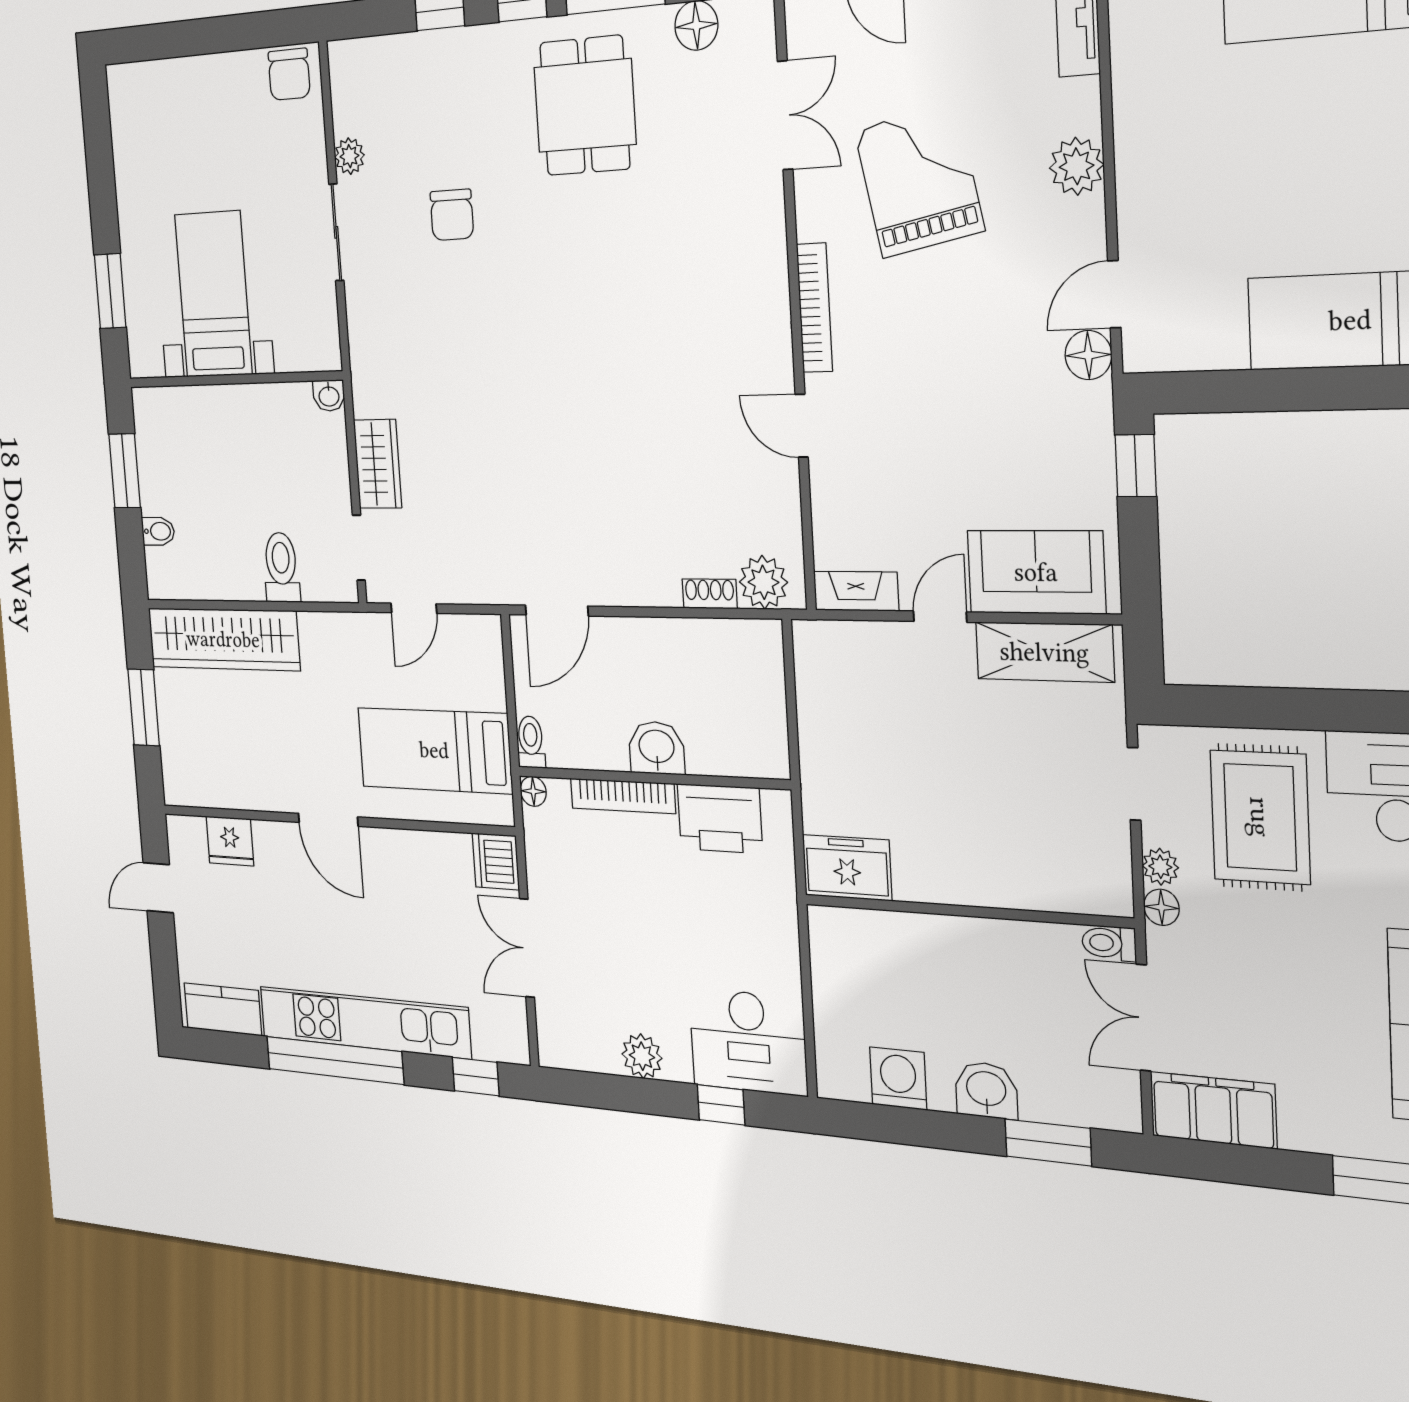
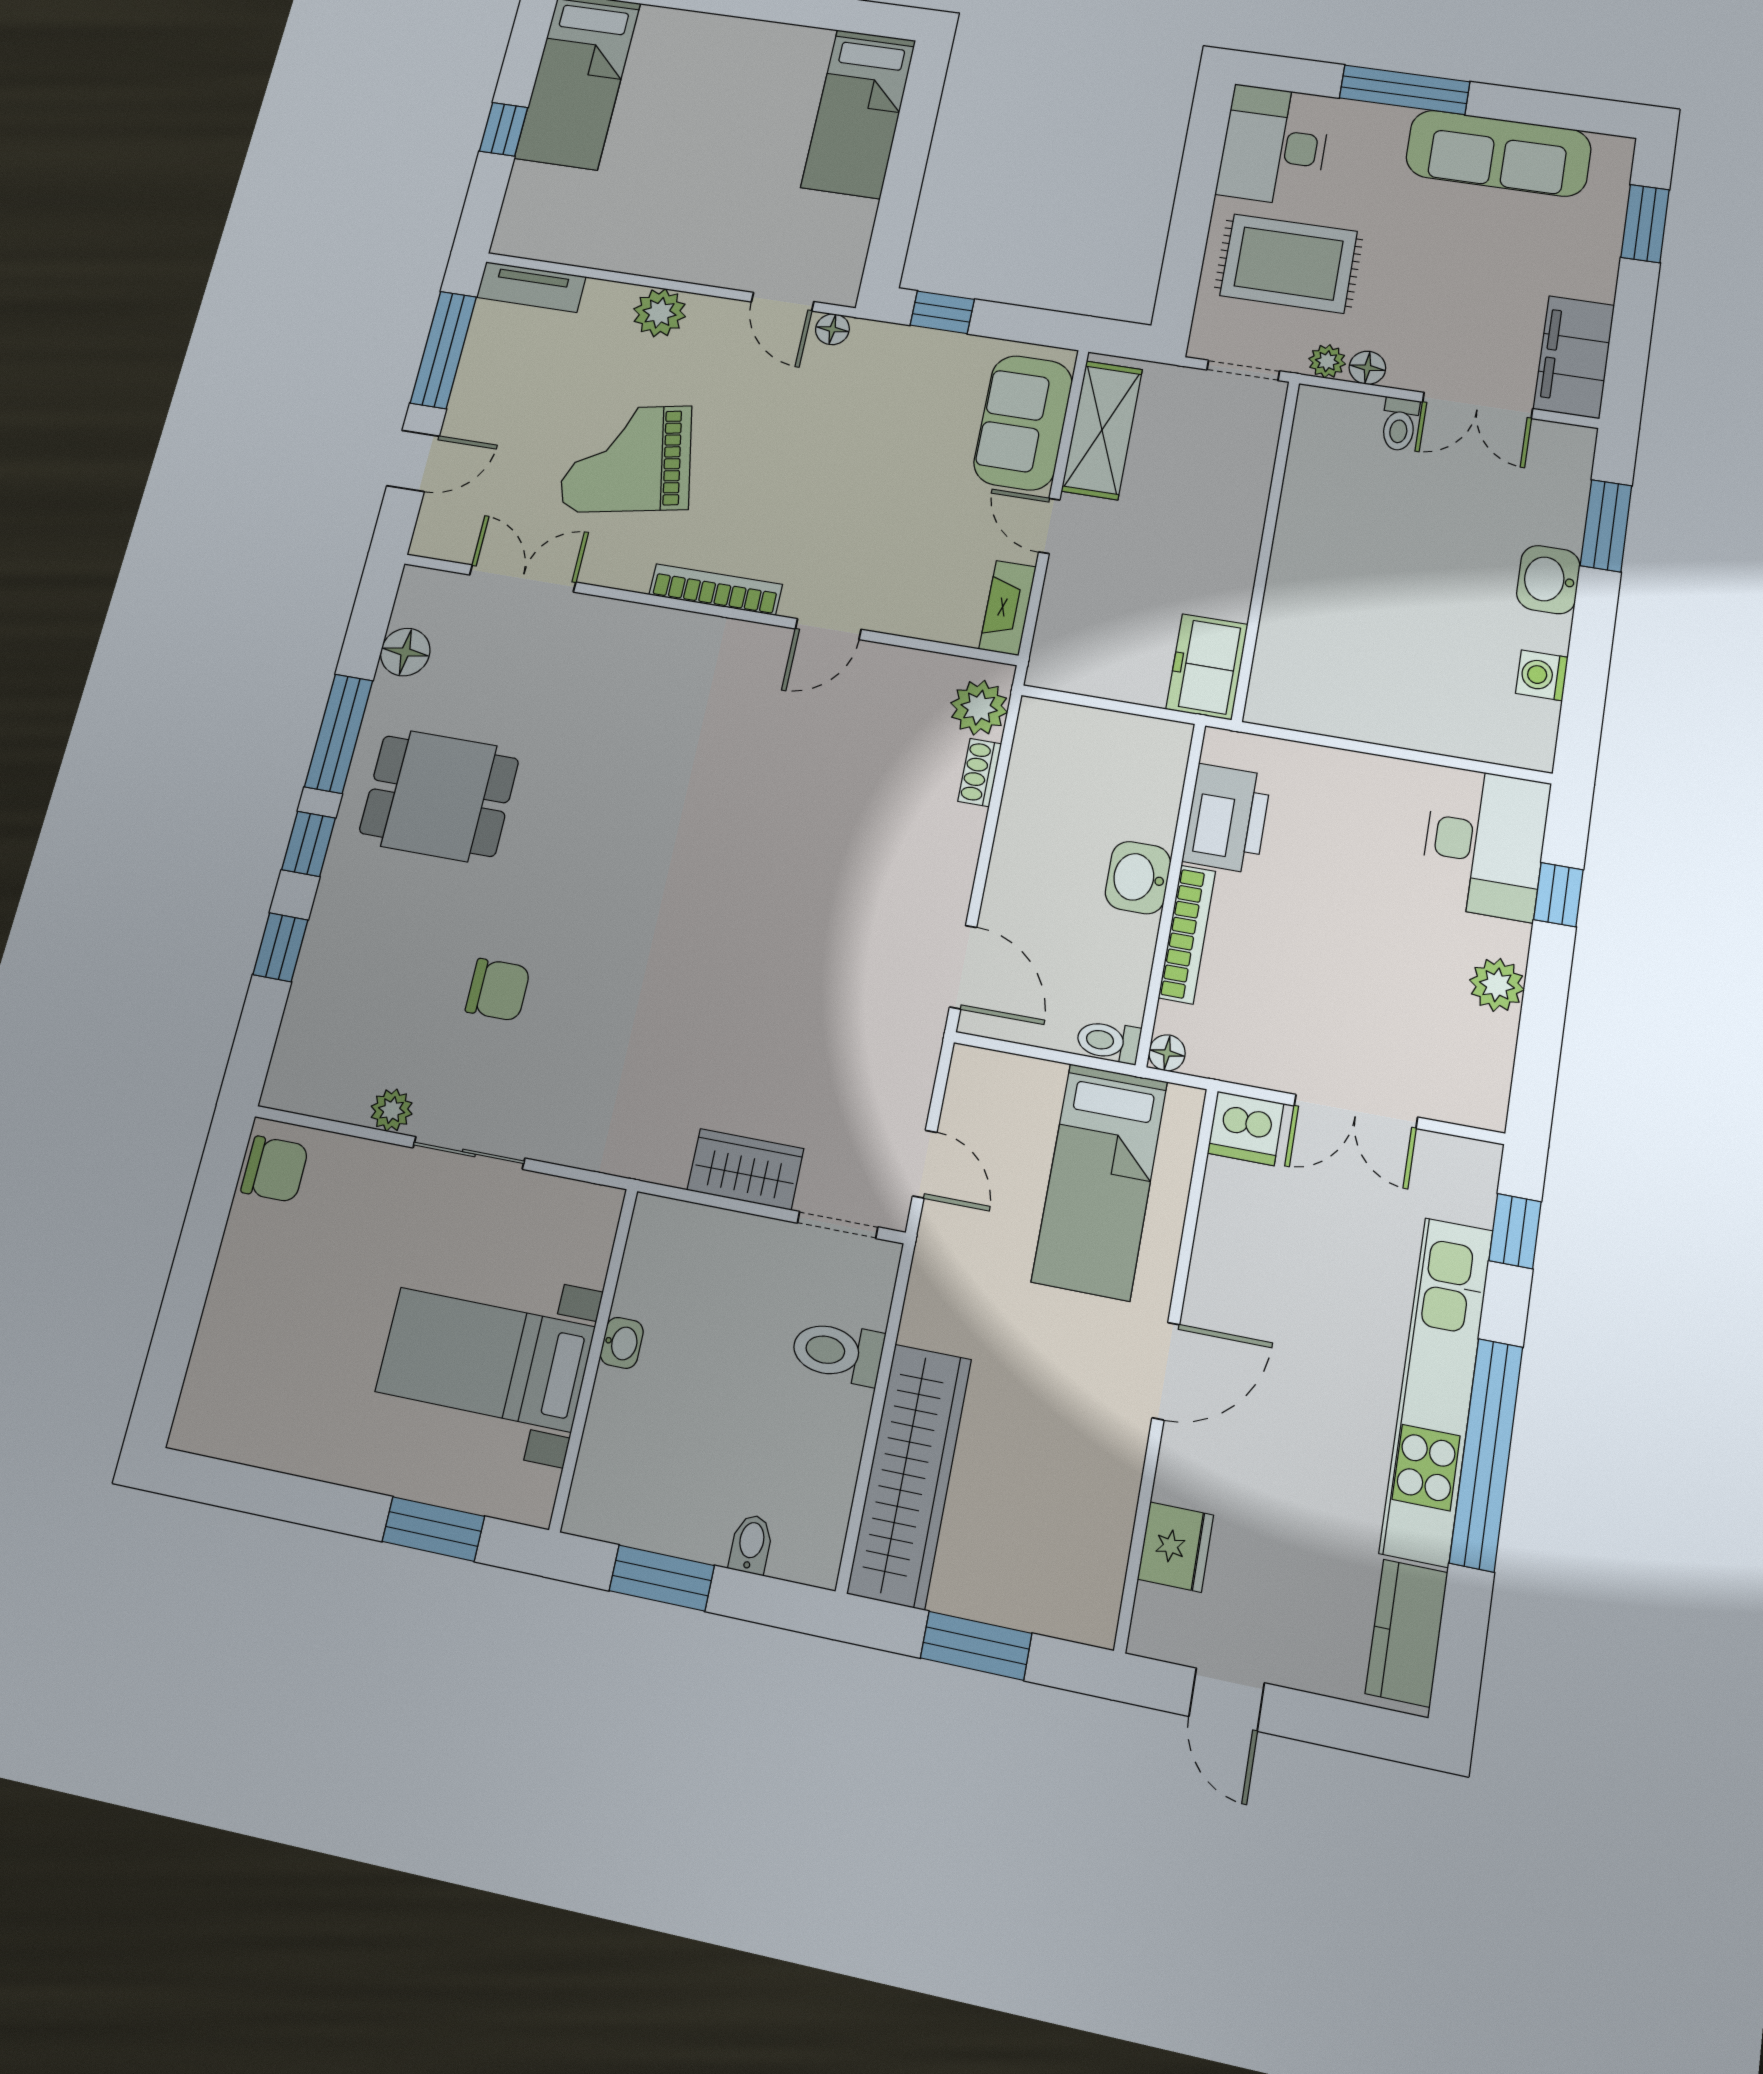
floor lamp: (1088, 355) -> (832, 329), width x0.73, depth x0.73
washbasin: (329, 396) -> (622, 1343), moved
freezer: (847, 868) -> (1207, 667), moved
wall: (965, 911) -> (1266, 548), moved
washing machine: (898, 1078) -> (1542, 675), width x0.73, depth x0.73

